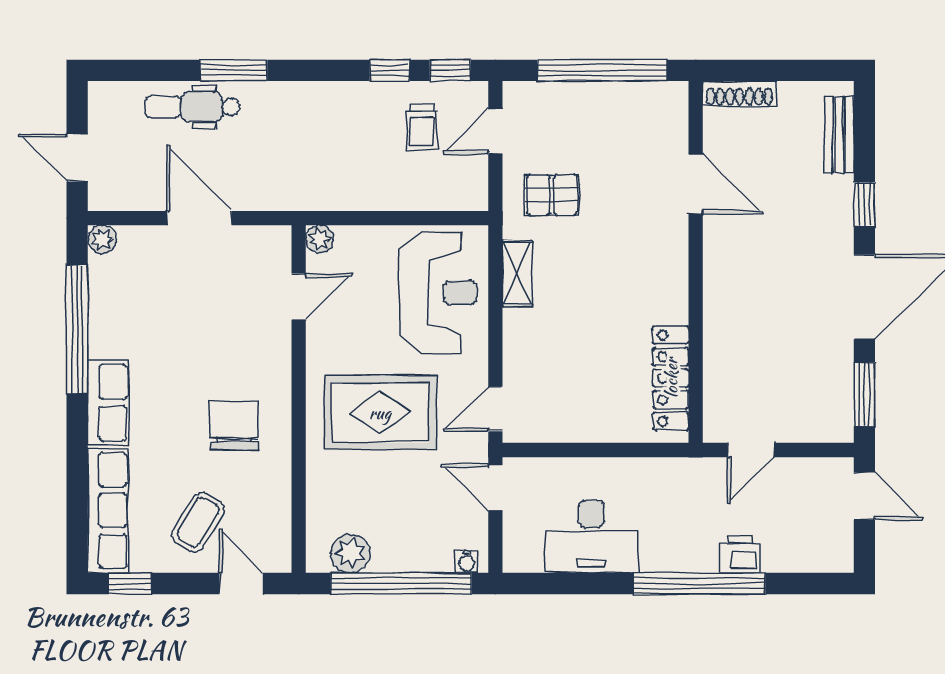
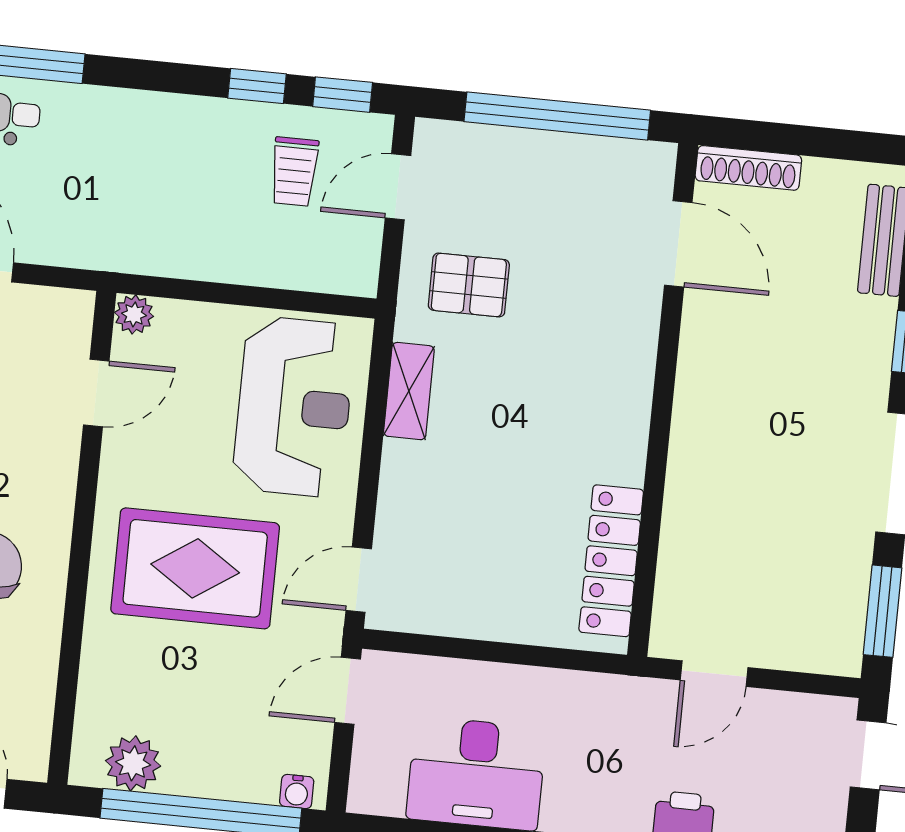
door: (696, 184) -> (678, 244), moved
door: (495, 488) -> (348, 691), hinge flipped

